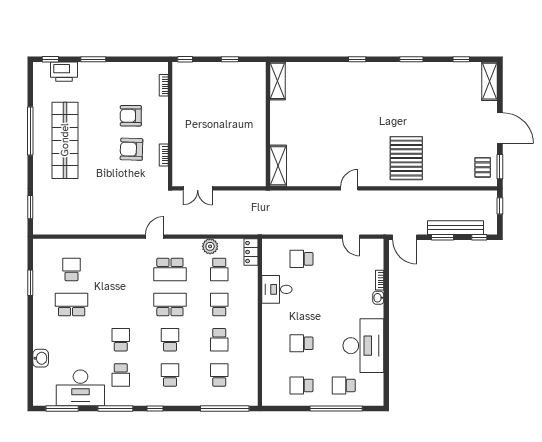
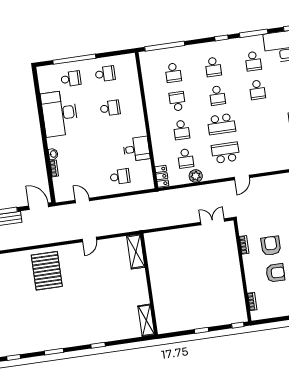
shelving: (277, 81) -> (146, 320), moved
wall: (268, 124) -> (149, 284), moved
armchair: (131, 149) -> (271, 246), turned -92
shelving: (278, 166) -> (136, 252), moved
school desk: (219, 269) -> (186, 158), turned 180
school desk: (121, 375) -> (253, 61), turned 180

